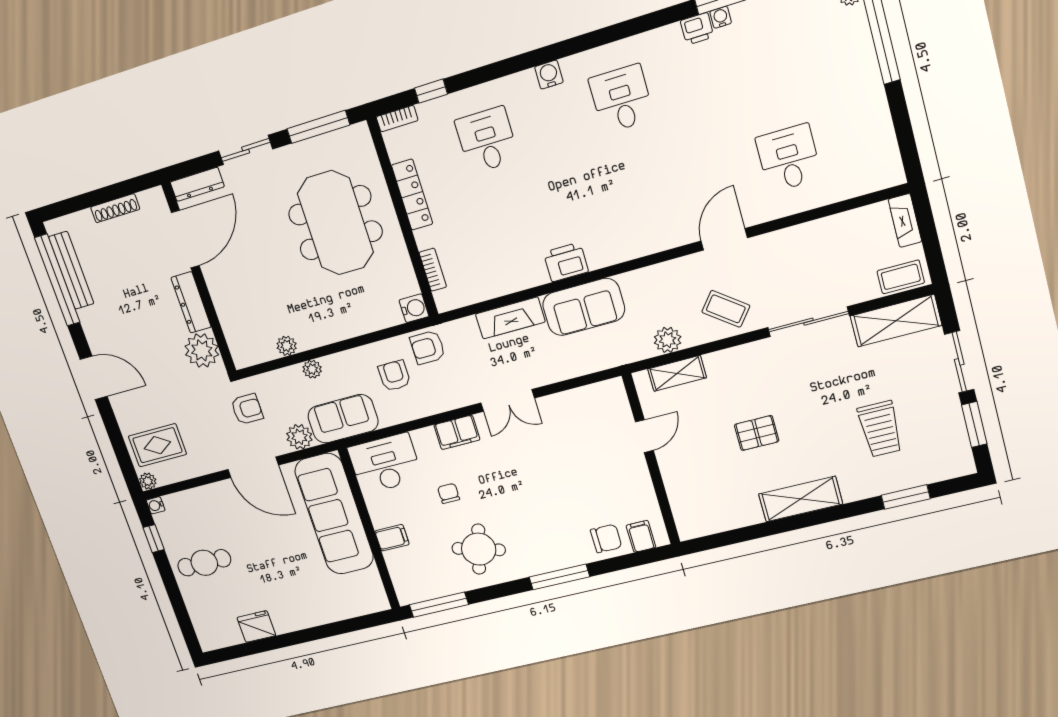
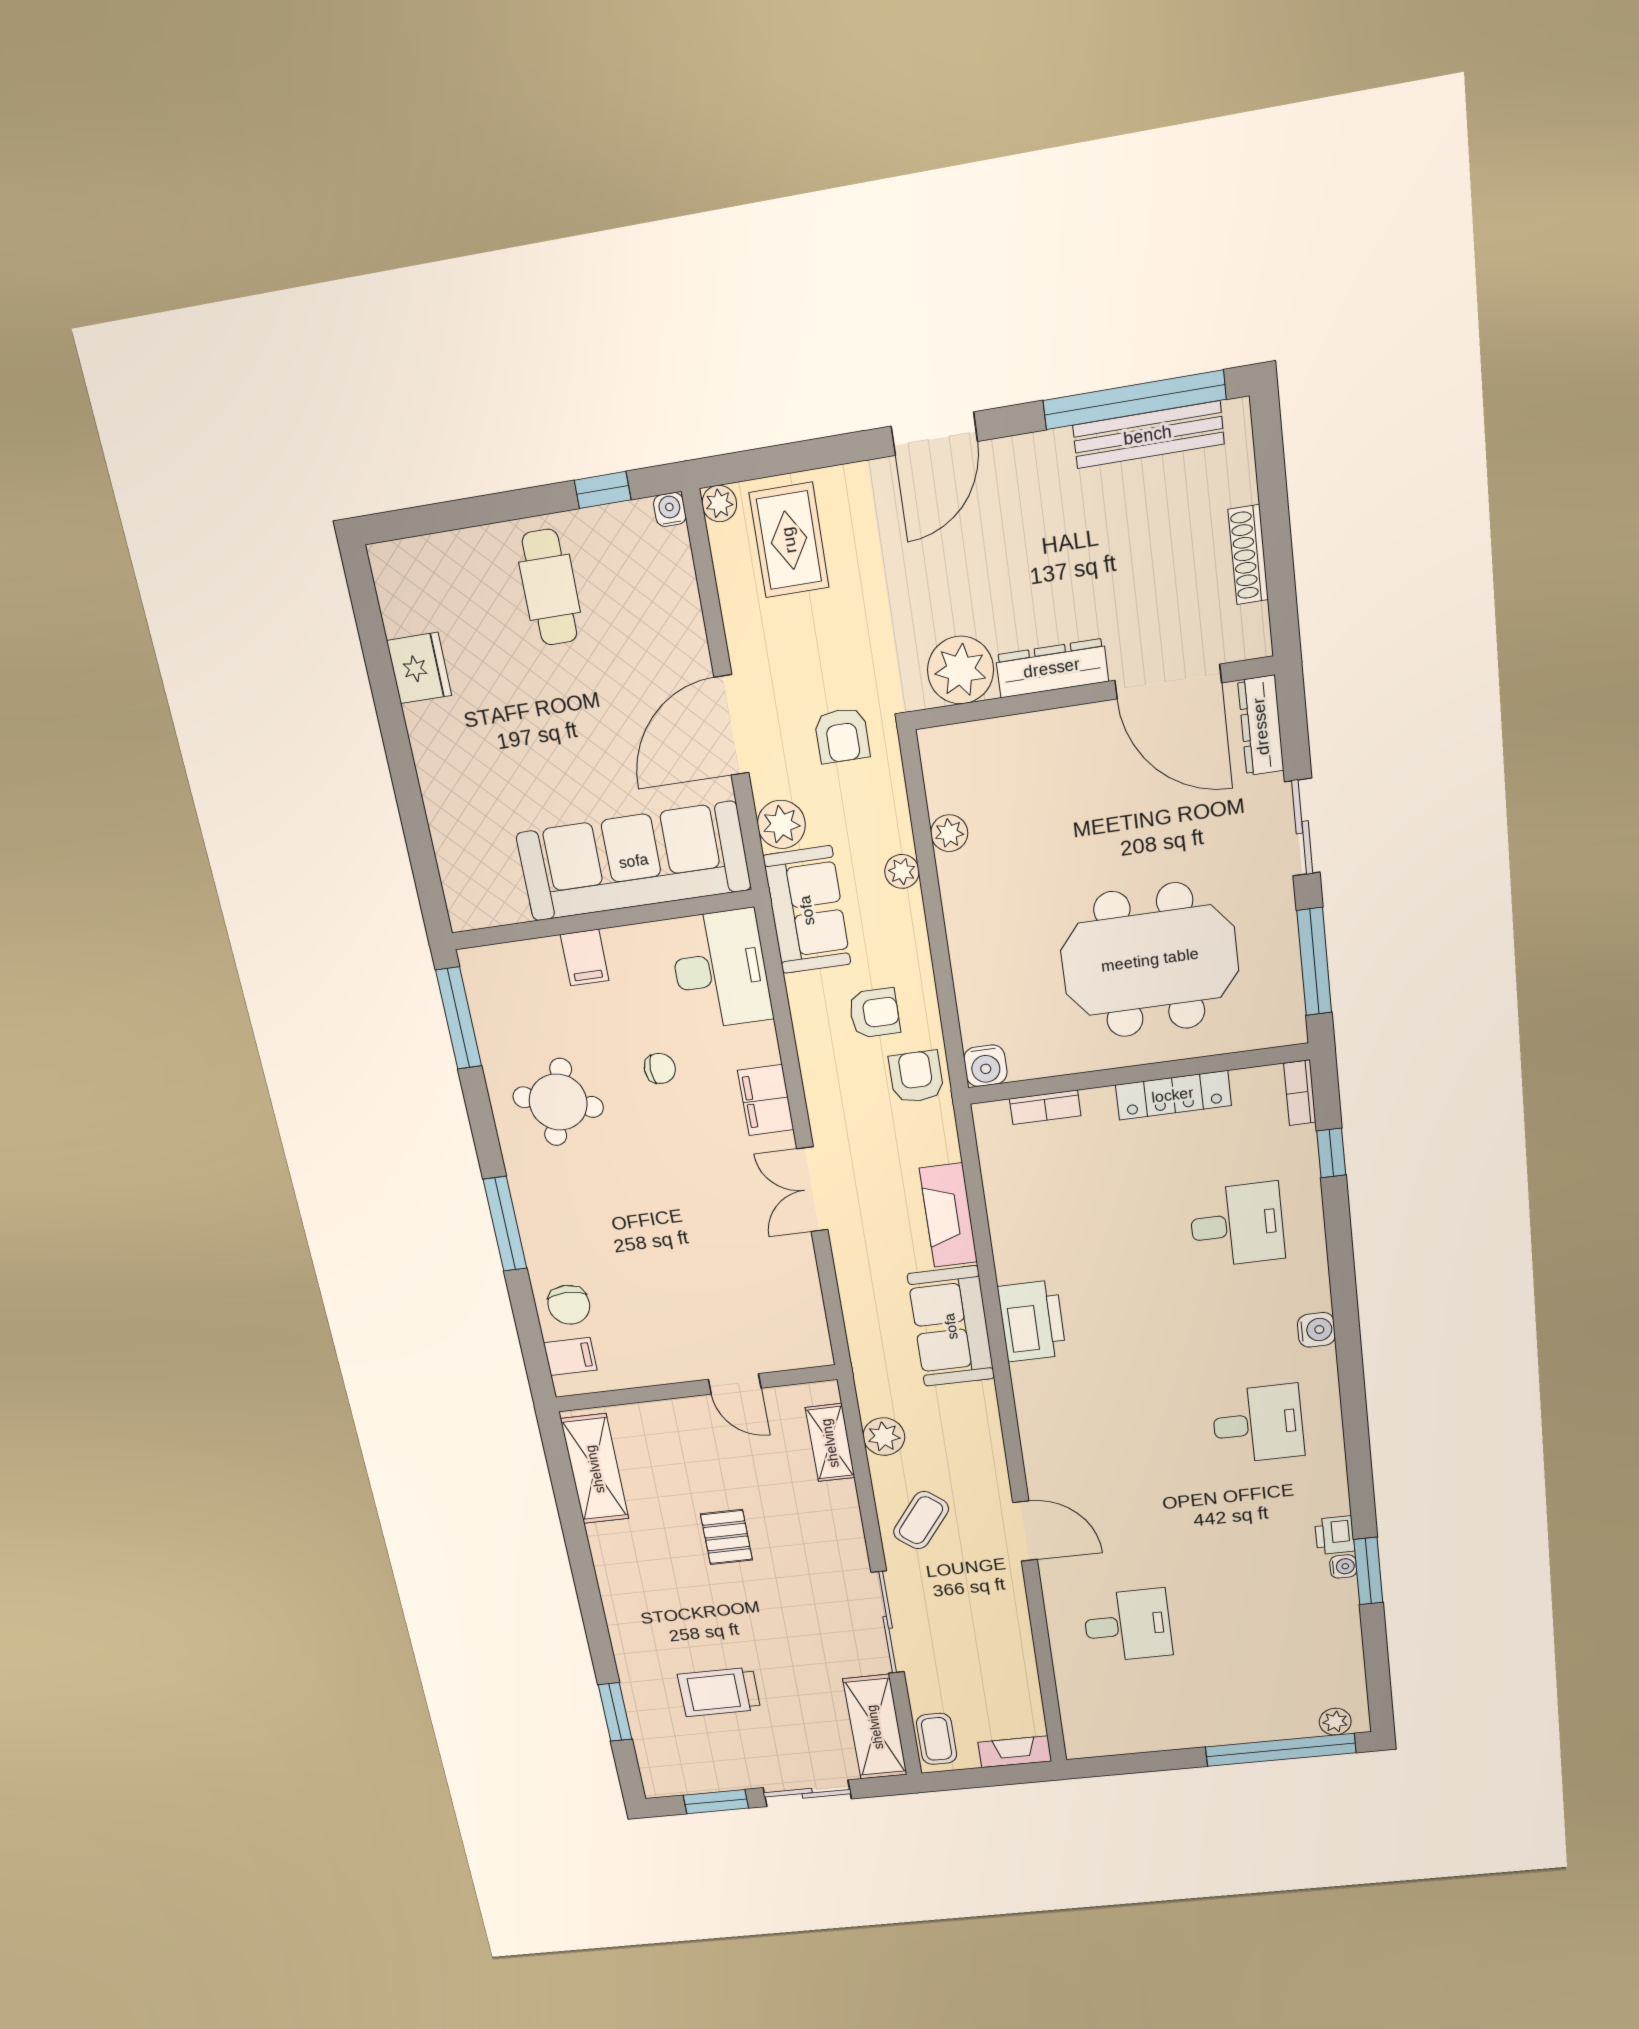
printer: (566, 262) -> (1032, 1321), width x1.37, depth x1.19
shelving: (801, 499) -> (595, 1469), moved

